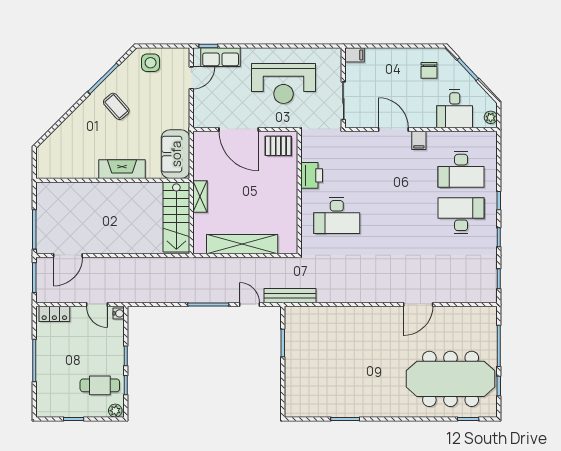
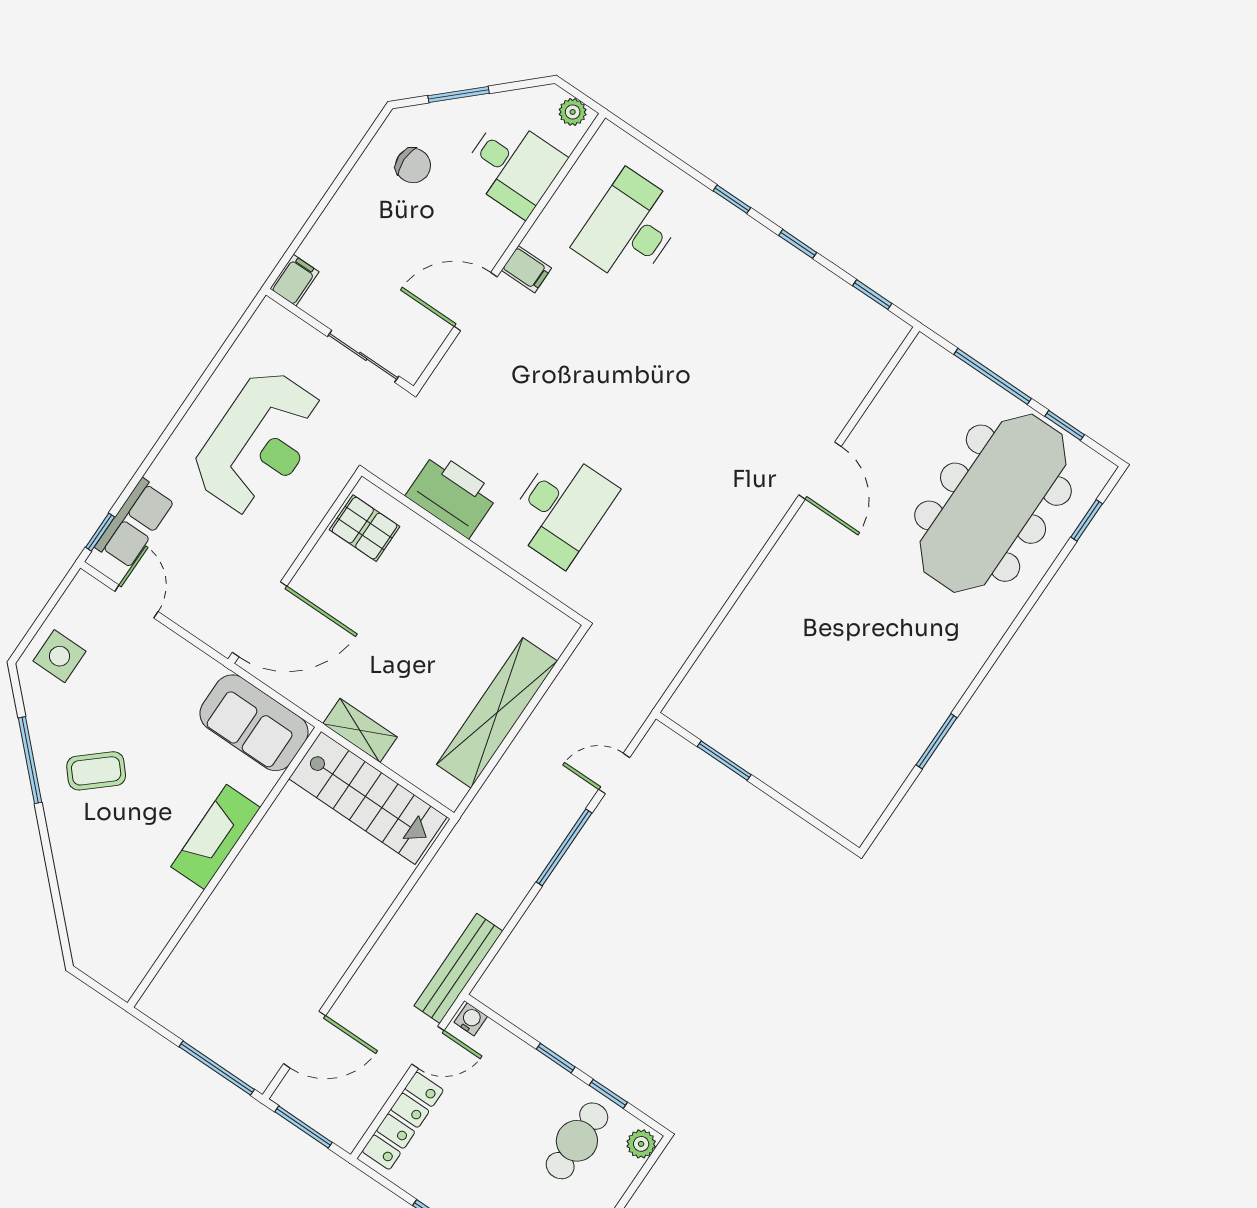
door: (239, 129) -> (260, 619), moved
pallet: (278, 146) -> (365, 528), turned 90
desk: (461, 169) -> (630, 229), turned 180
printer: (312, 175) -> (452, 495), width x1.37, depth x1.19
desk: (461, 216) -> (713, 285), removed
door: (68, 255) -> (305, 1040), hinge flipped
bench: (290, 296) -> (458, 968), moved
locker: (54, 314) -> (403, 1121), width x1.53

